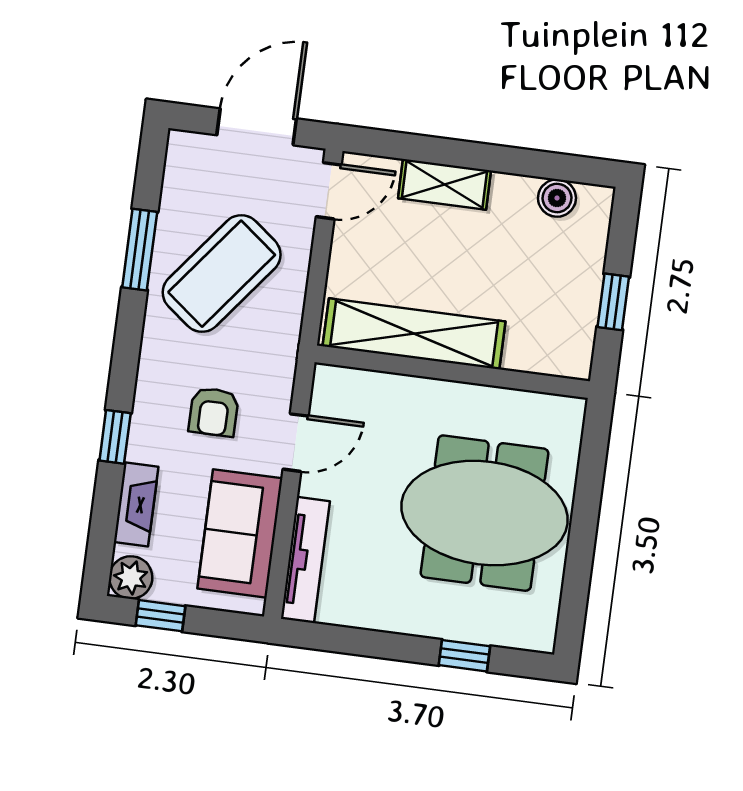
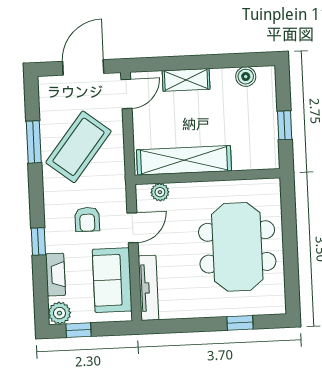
plant: (358, 385) -> (160, 192), added
meeting table: (485, 513) -> (237, 247), turned 90

